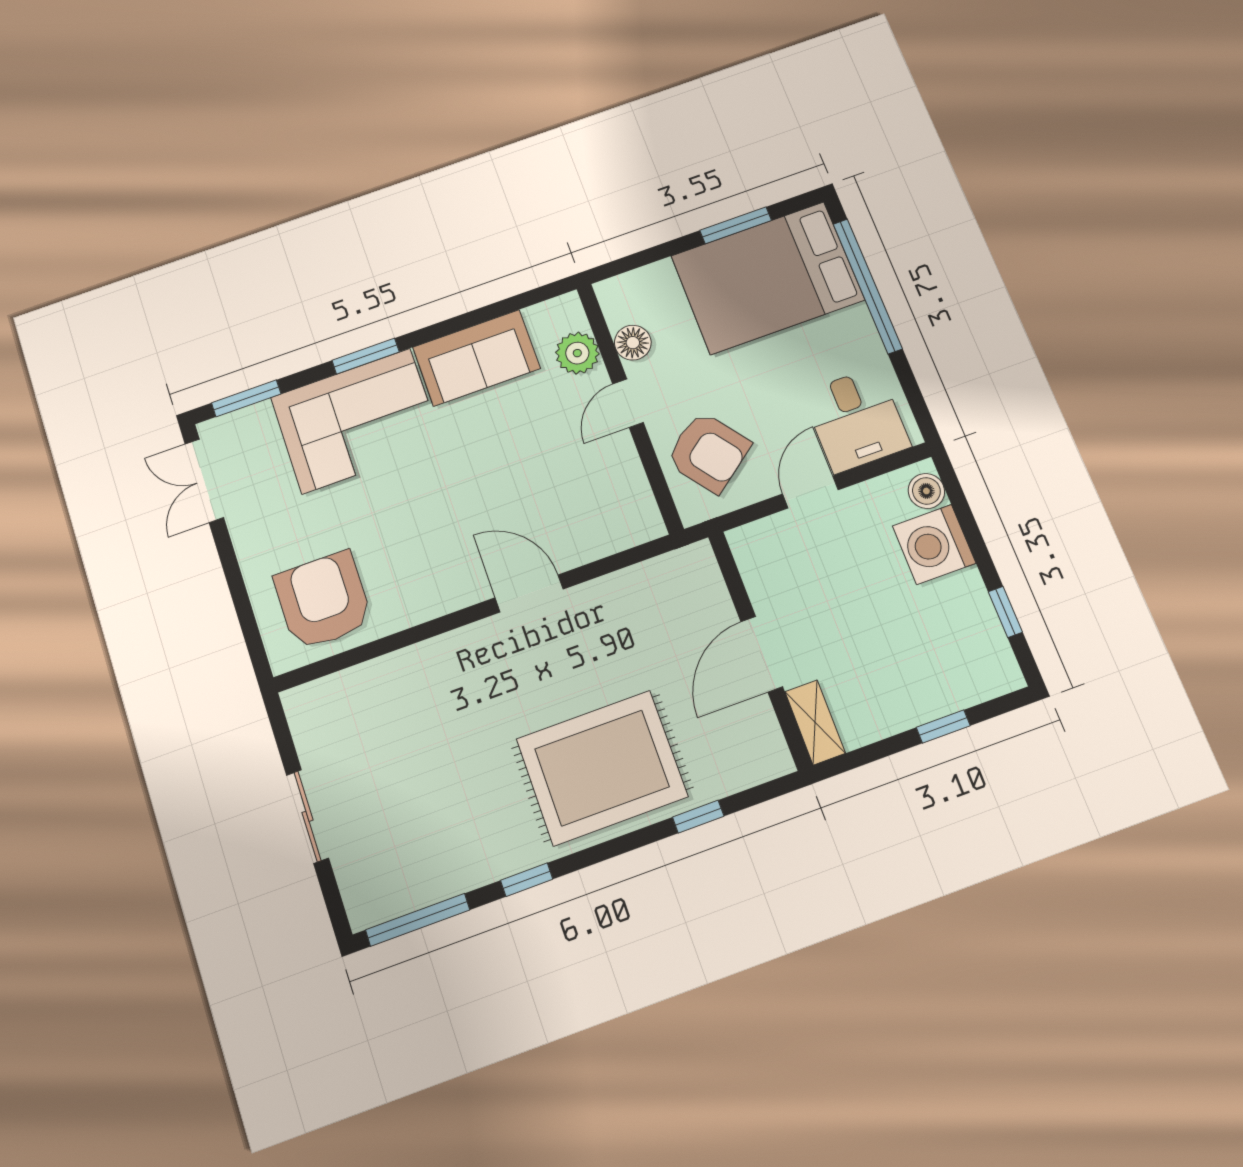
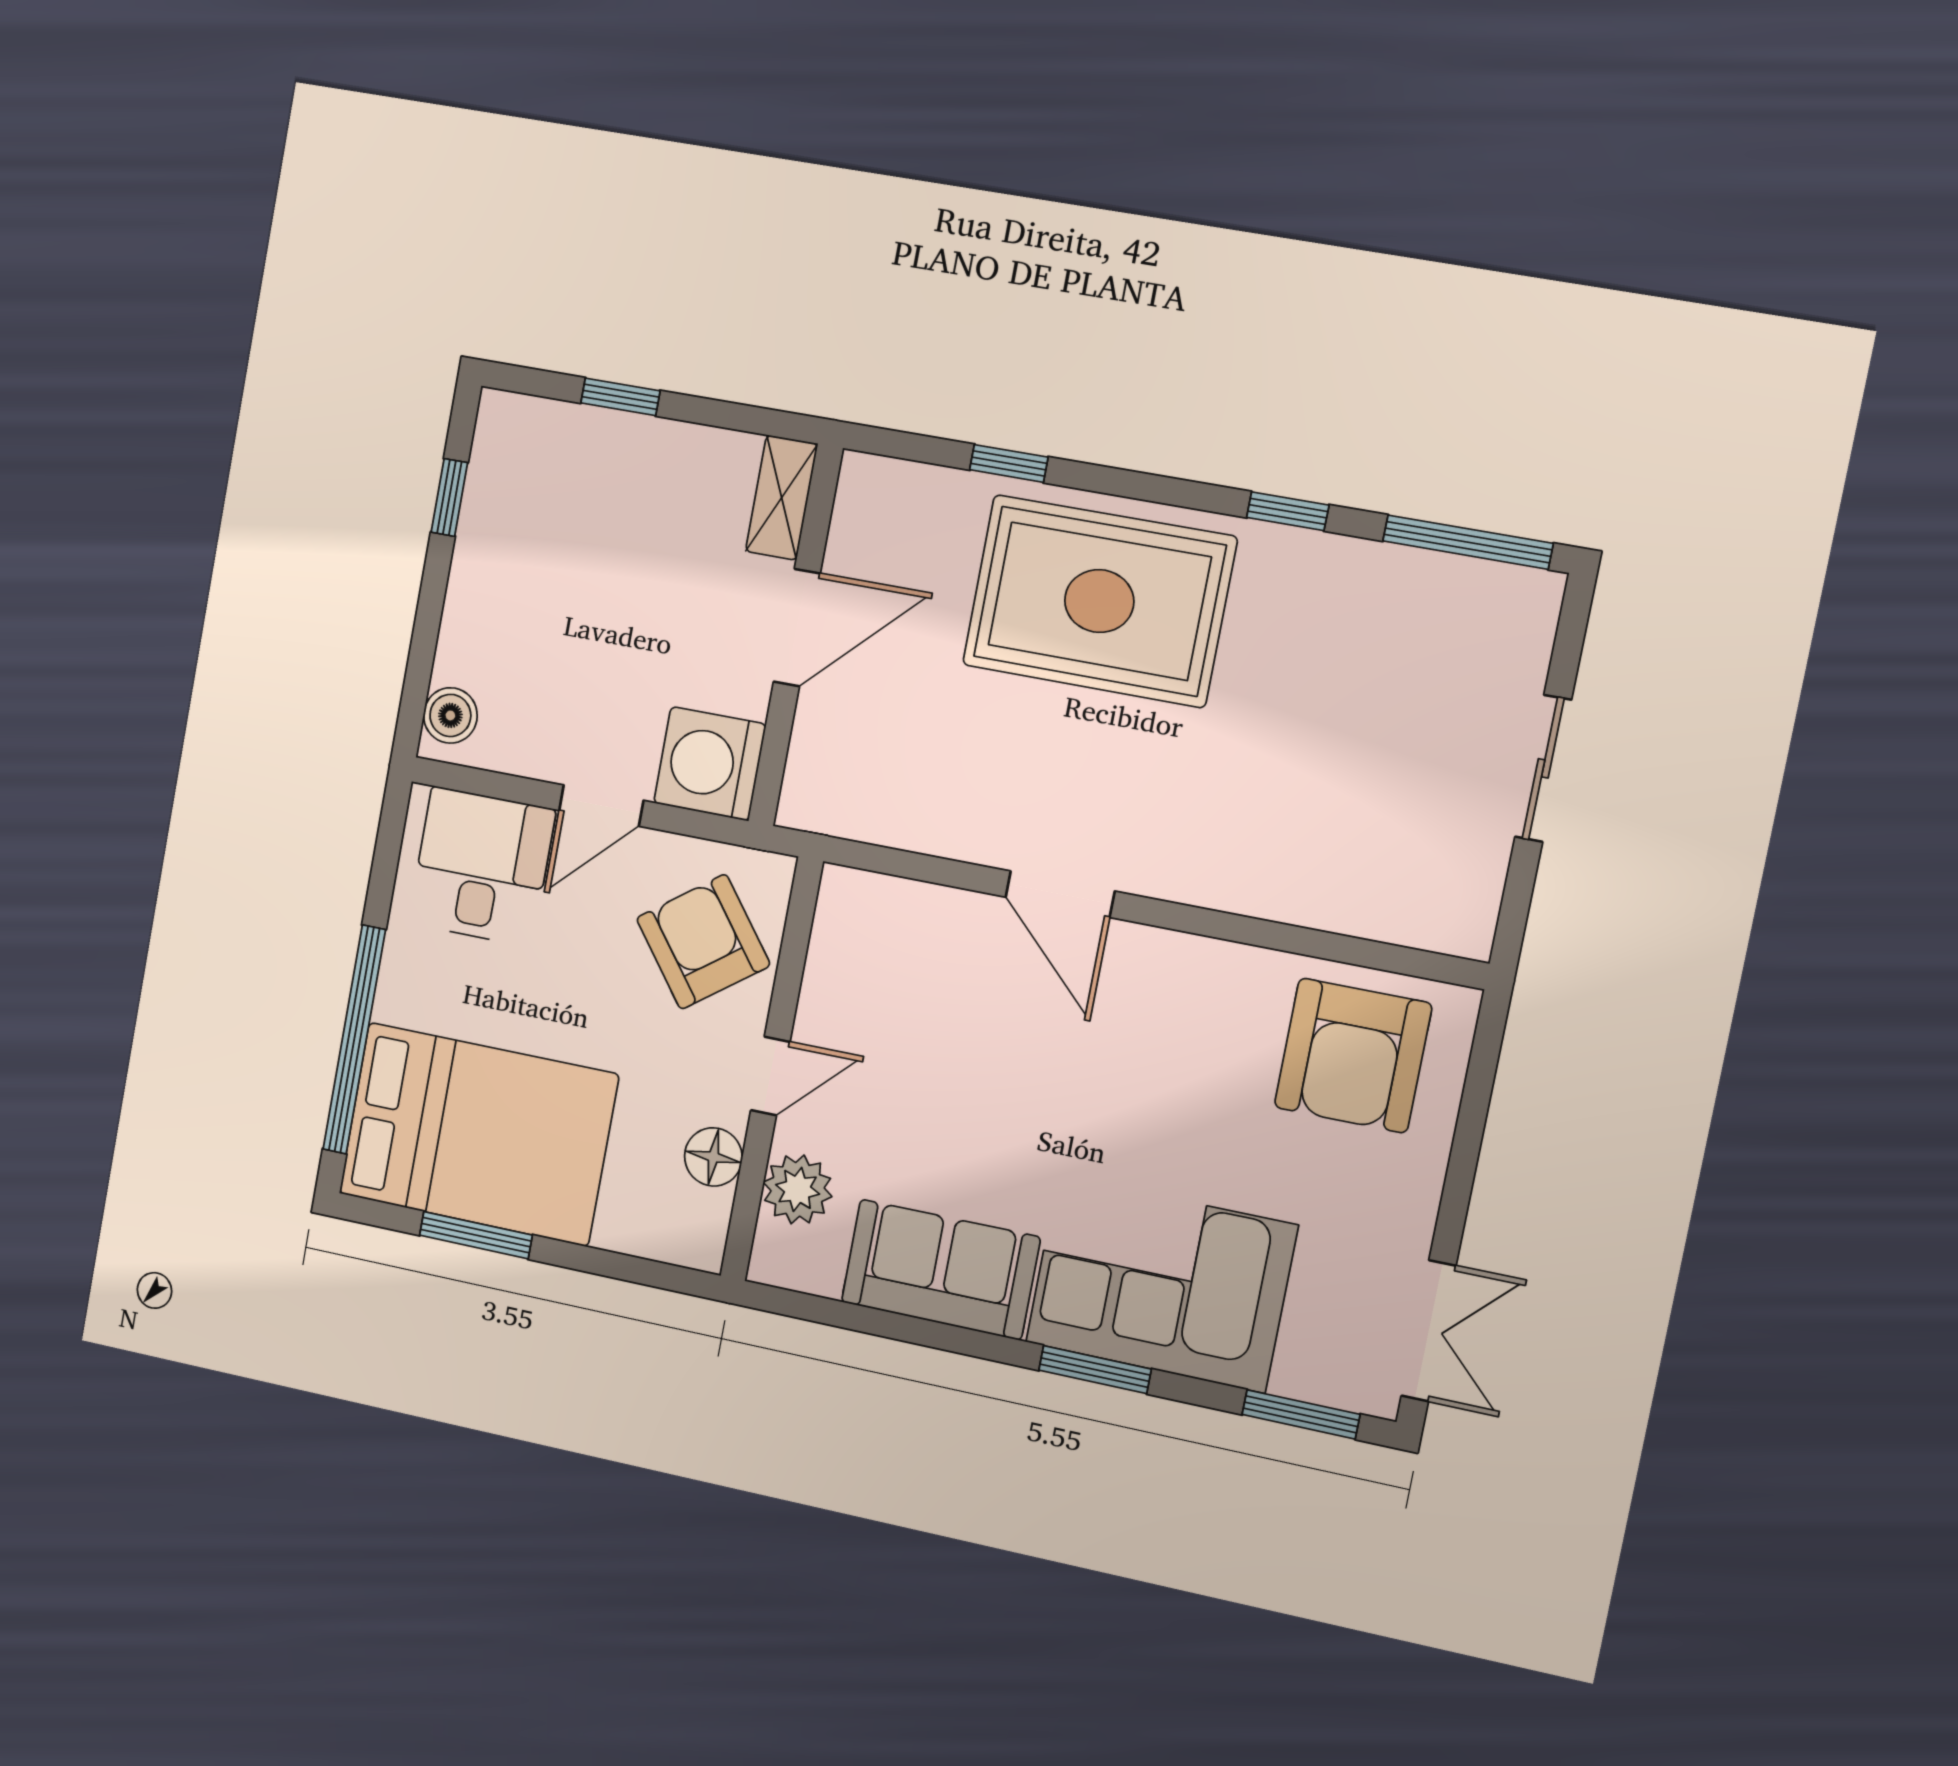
washing machine: (934, 544) -> (710, 764), moved, turned 180

